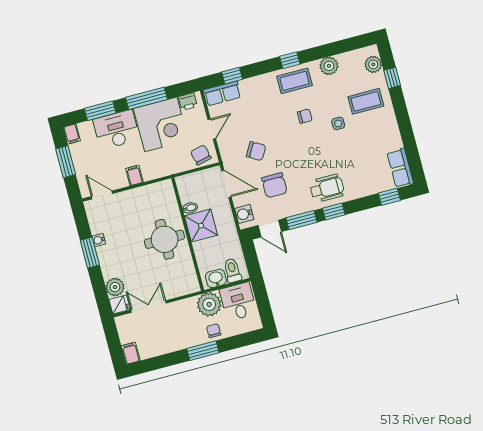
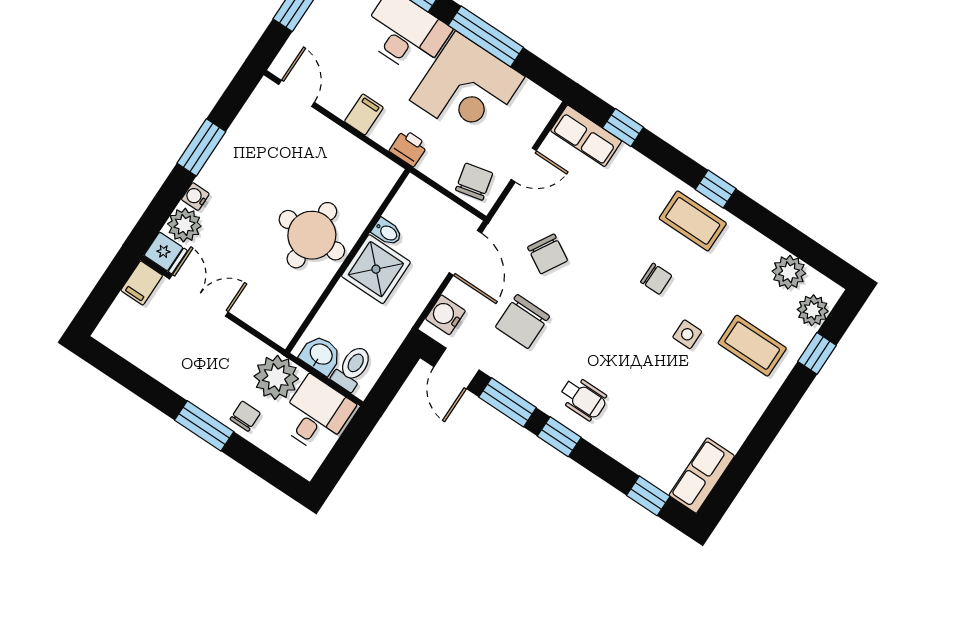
plant: (329, 66) -> (789, 272), moved
printer: (188, 102) -> (409, 148), moved, turned 180
wheelchair: (327, 188) -> (583, 398), width x0.73, depth x0.73
water cooler: (99, 240) -> (195, 197), moved
filing cabinet: (131, 353) -> (142, 283), moved, turned 180

